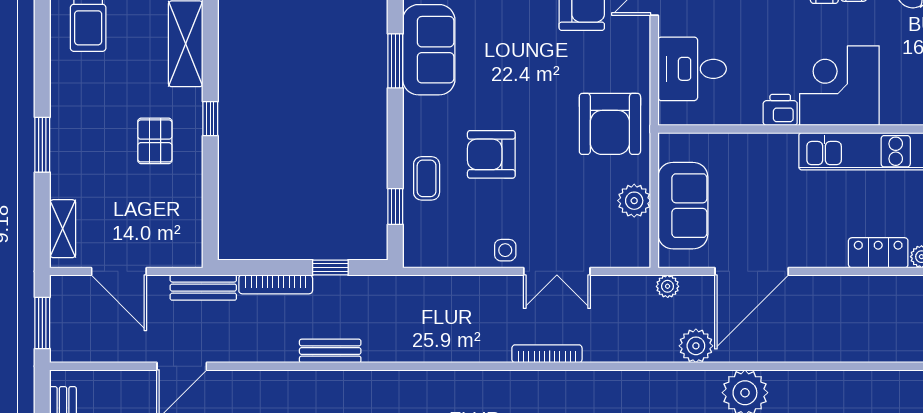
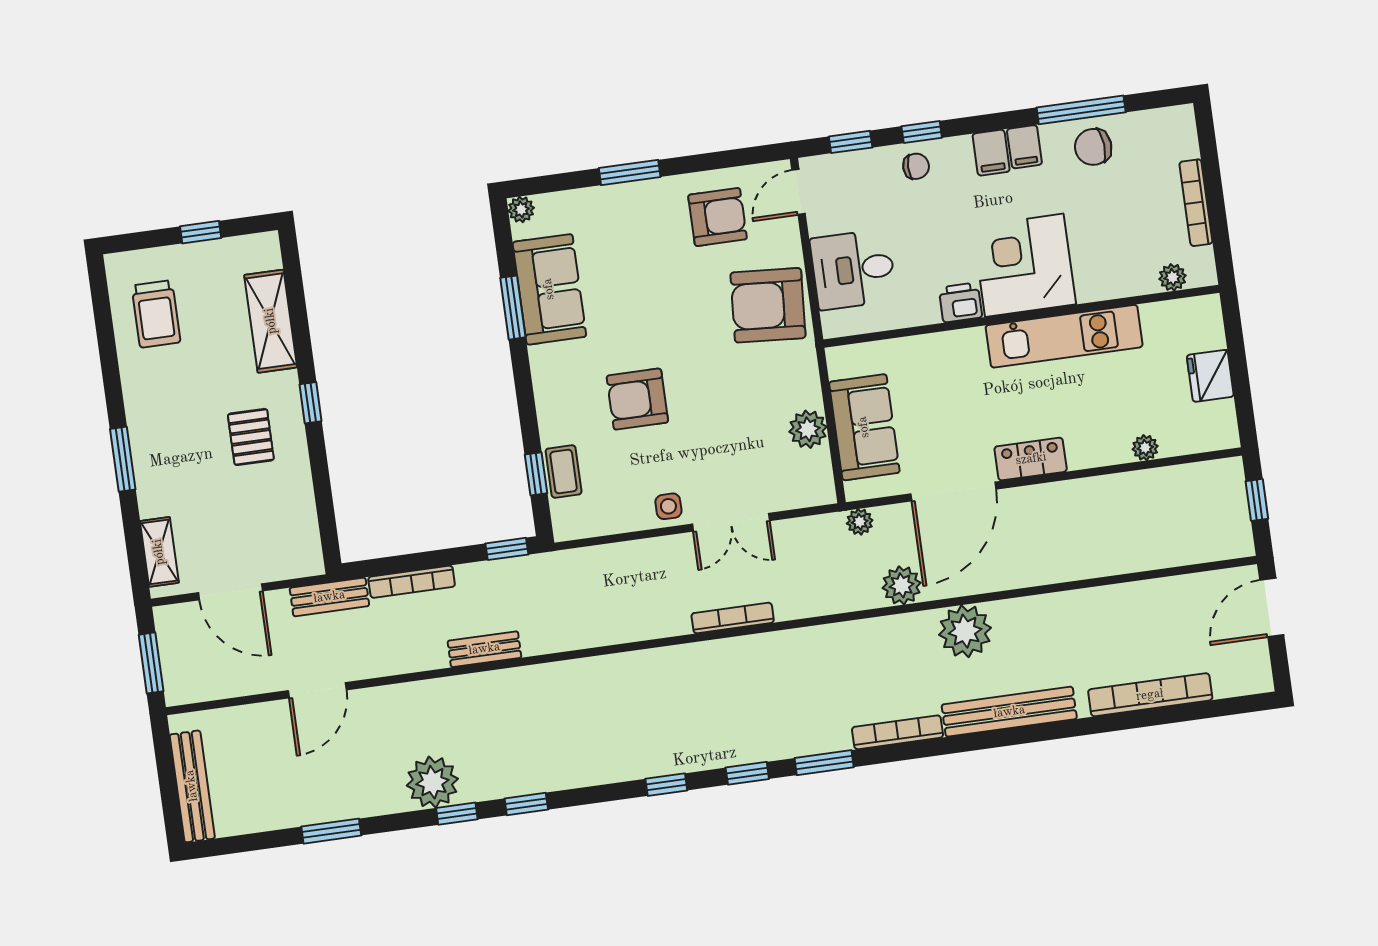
armchair: (610, 124) -> (768, 305), moved, turned 94
coffee table: (427, 178) -> (564, 472), moved
locker: (878, 253) -> (1031, 459), moved
window: (330, 268) -> (507, 549), moved

